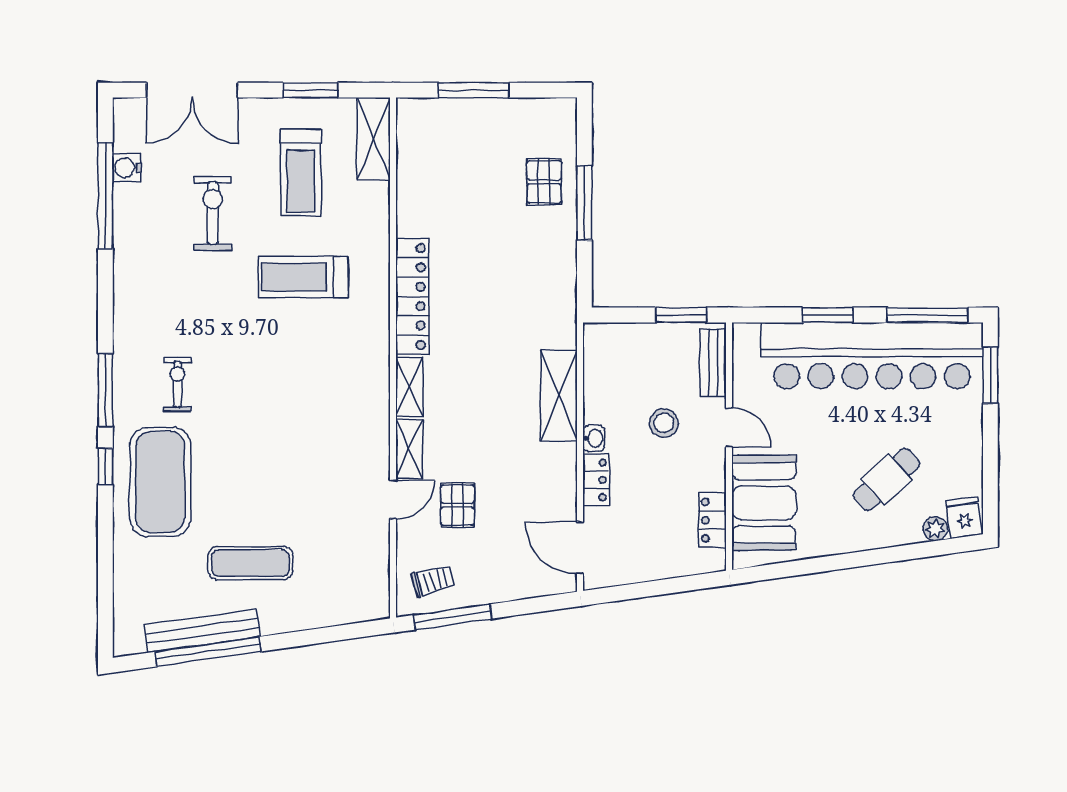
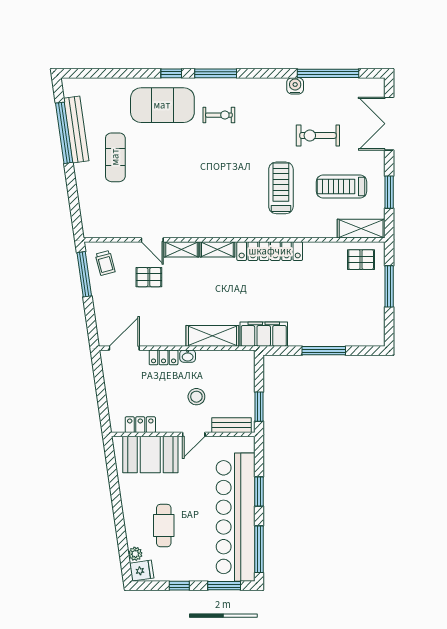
water cooler: (127, 168) -> (295, 86), moved
pallet: (544, 182) -> (361, 260), moved
exercise bike: (213, 213) -> (318, 136), turned 180
filing cabinet: (556, 307) -> (264, 334), added
window: (990, 453) -> (179, 586), added
cafe table: (886, 480) -> (164, 526), turned 42

